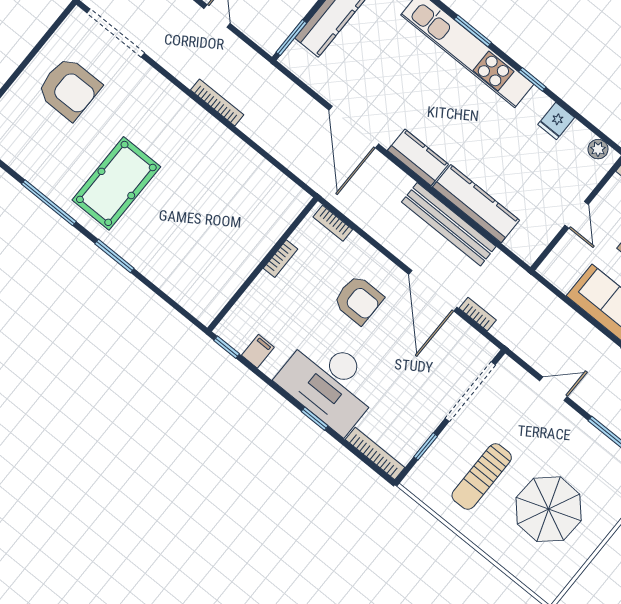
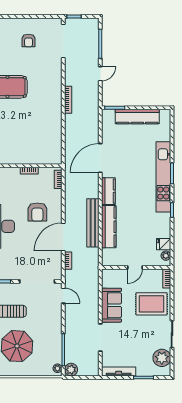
armchair: (69, 89) -> (29, 41), width x0.53, depth x0.53
fridge: (556, 121) -> (164, 244), moved
door: (553, 389) -> (63, 296), moved

